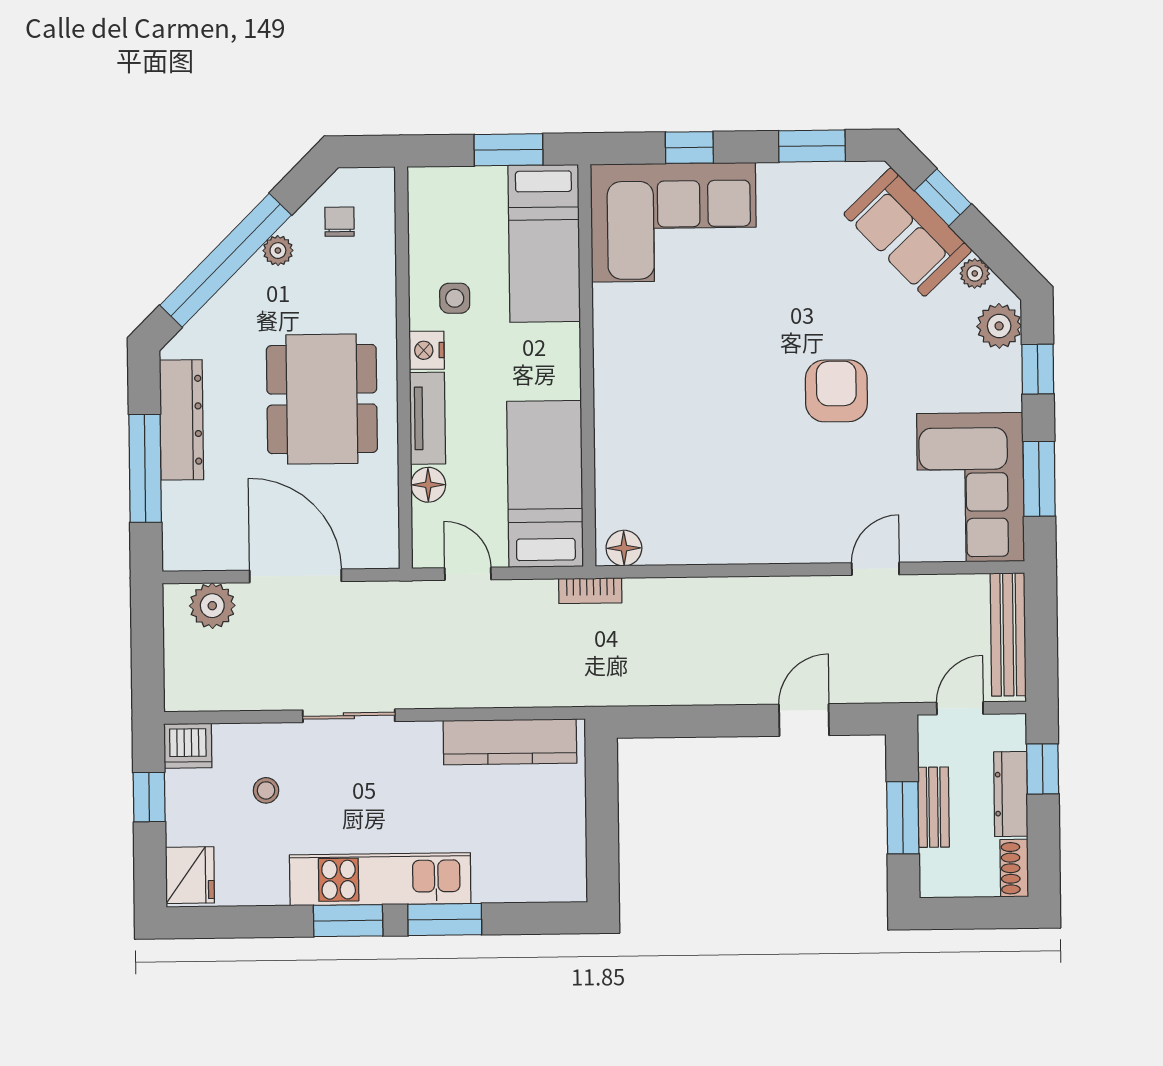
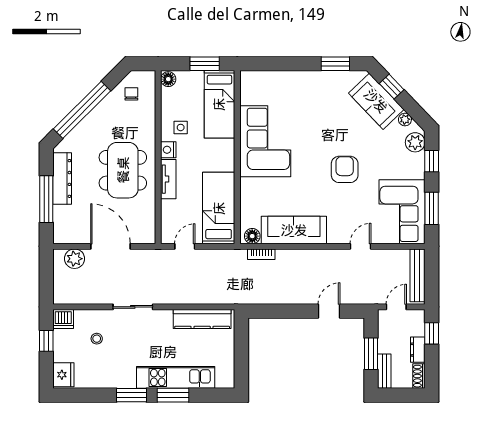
window: (689, 148) -> (283, 64), removed
corner sofa: (674, 222) -> (265, 141), moved, turned -90
plant: (278, 251) -> (105, 106), removed
floor lamp: (428, 485) -> (168, 79), moved
sofa: (720, 533) -> (294, 230), added
door: (468, 574) -> (185, 246), hinge flipped
bookcase: (590, 591) -> (261, 254), moved
dresser: (1011, 794) -> (418, 350), width x0.70
bench: (934, 807) -> (384, 371), moved
kitchen unit: (380, 879) -> (176, 377), moved

